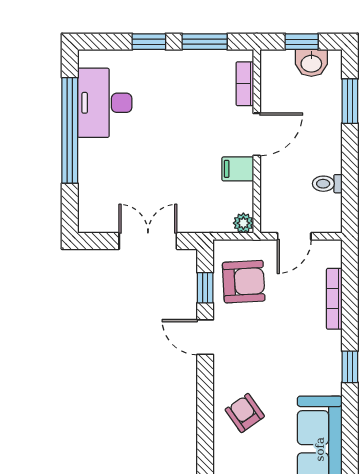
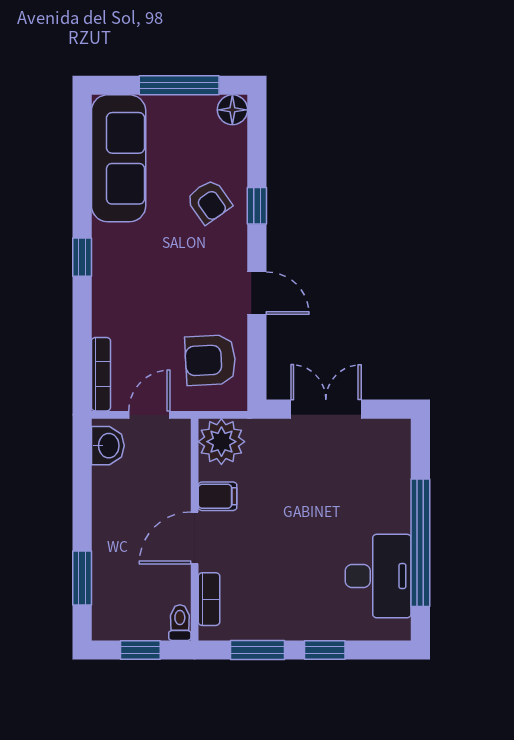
washbasin: (311, 63) -> (108, 446), moved, turned 90
toilet: (327, 184) -> (180, 623), moved, turned -90
plant: (243, 223) -> (221, 442), width x1.88, depth x1.88
double door: (148, 241) -> (326, 409), swing flipped
window: (205, 288) -> (257, 206), moved
bookcase: (334, 299) -> (101, 374), moved

